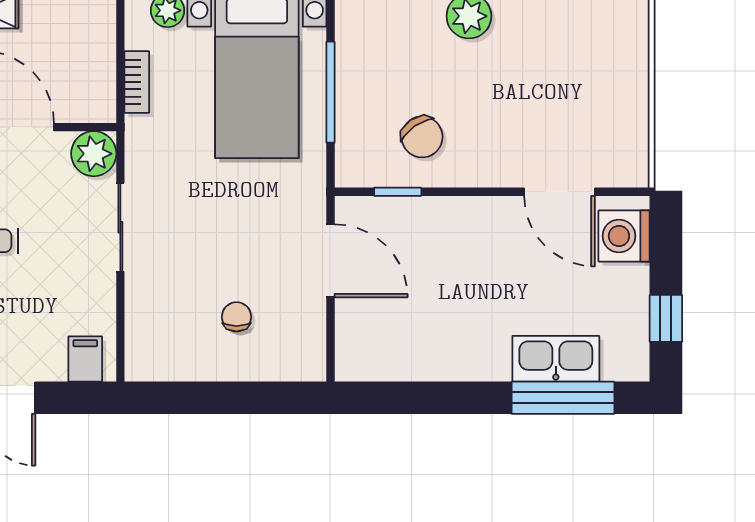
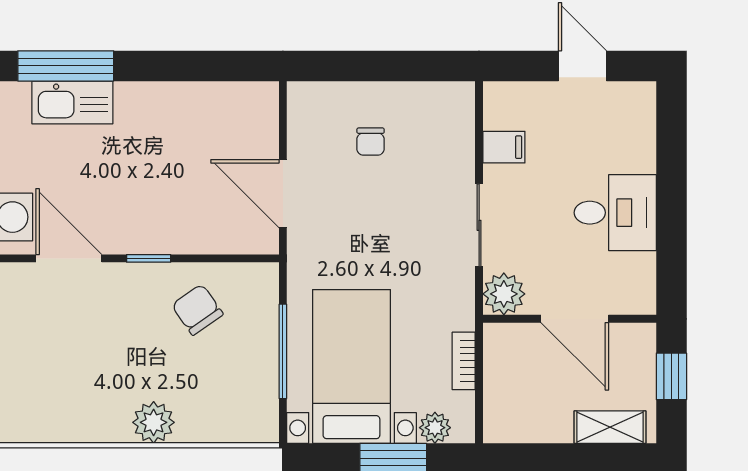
window: (398, 192) -> (149, 258), moved
filing cabinet: (85, 359) -> (504, 147), moved, turned -90

